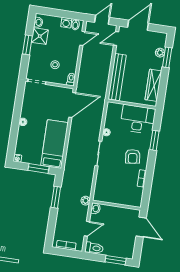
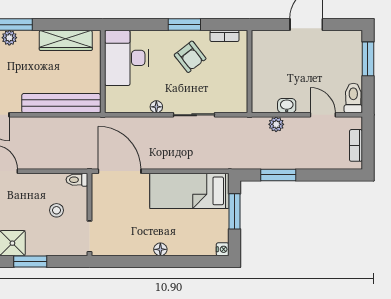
window: (154, 140) -> (184, 25), moved
armchair: (133, 156) -> (190, 57), turned 59
wall: (116, 205) -> (249, 72), moved

